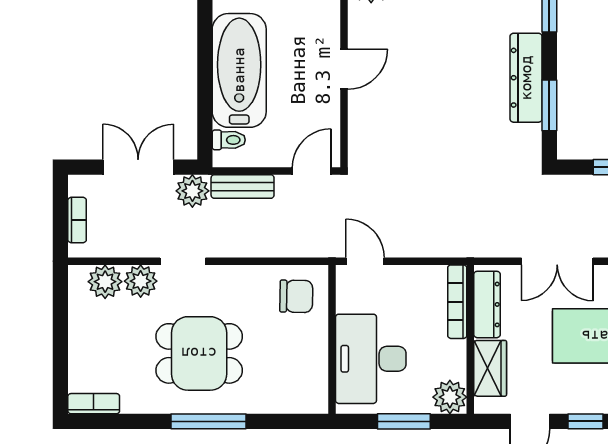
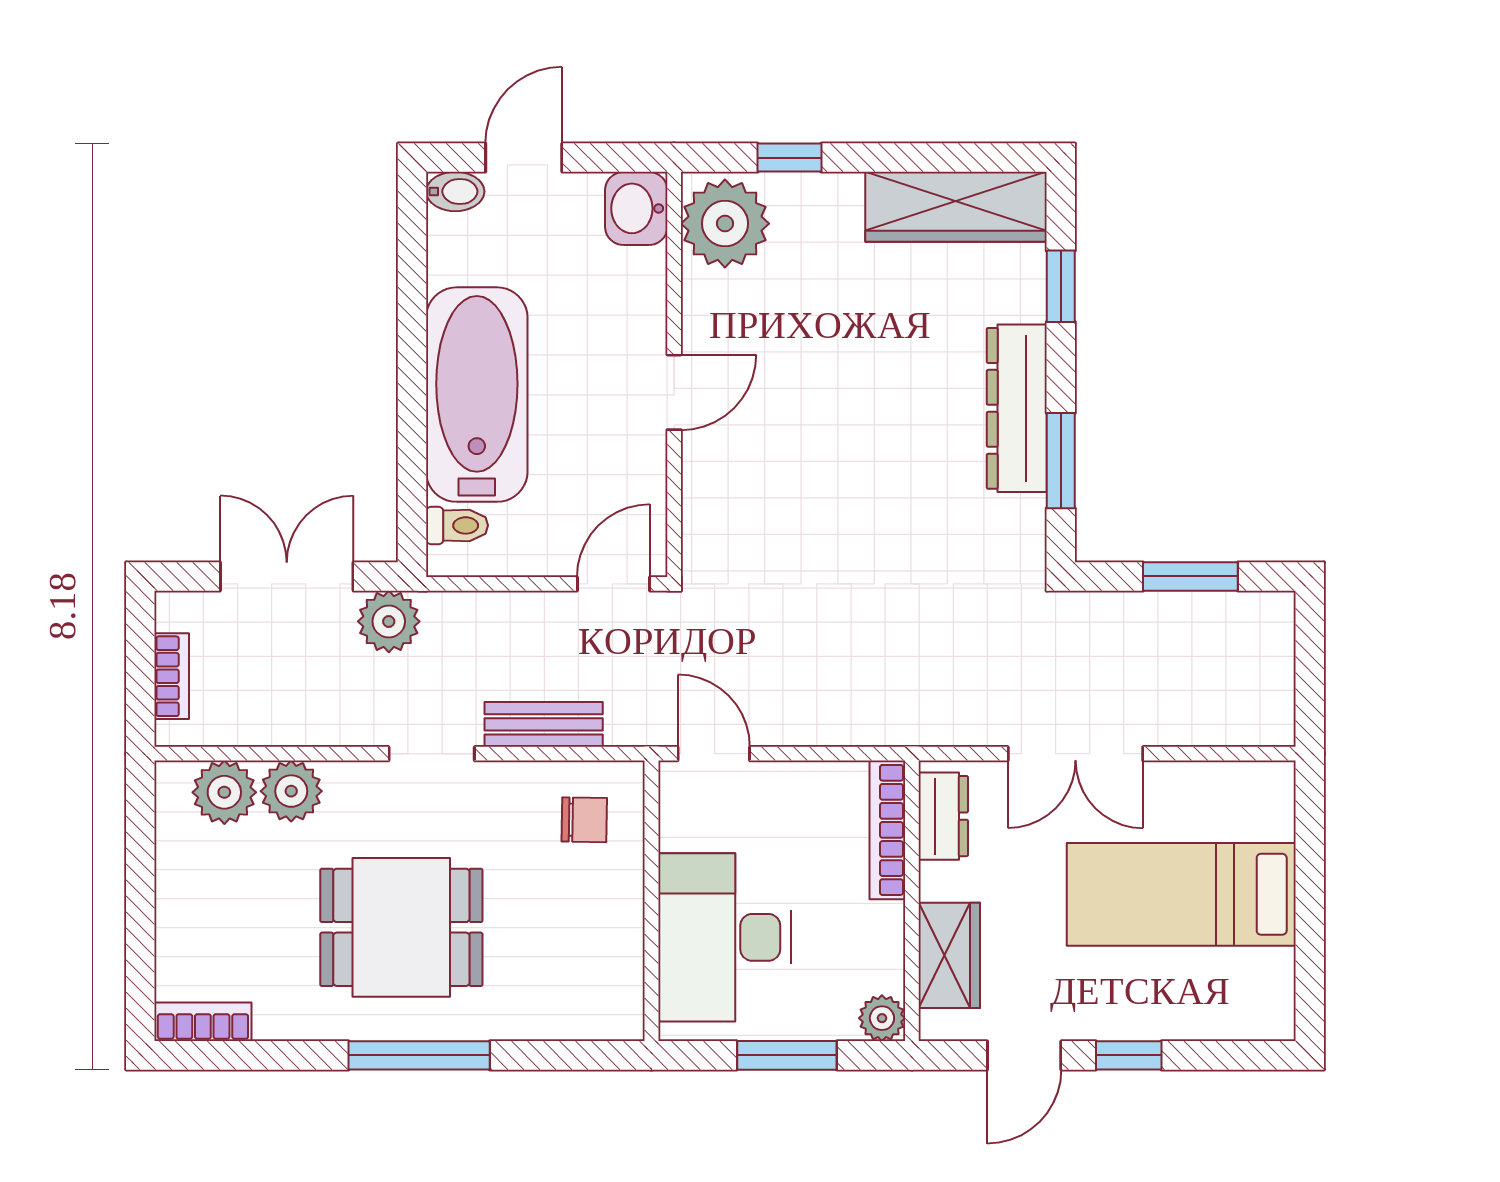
bench: (243, 187) -> (544, 724), moved
doorway: (183, 261) -> (432, 754), moved
chair: (296, 296) -> (584, 820), width x0.73, depth x0.73
dresser: (487, 304) -> (943, 816), width x0.70
plant: (450, 397) -> (882, 1018), width x0.73, depth x0.73

